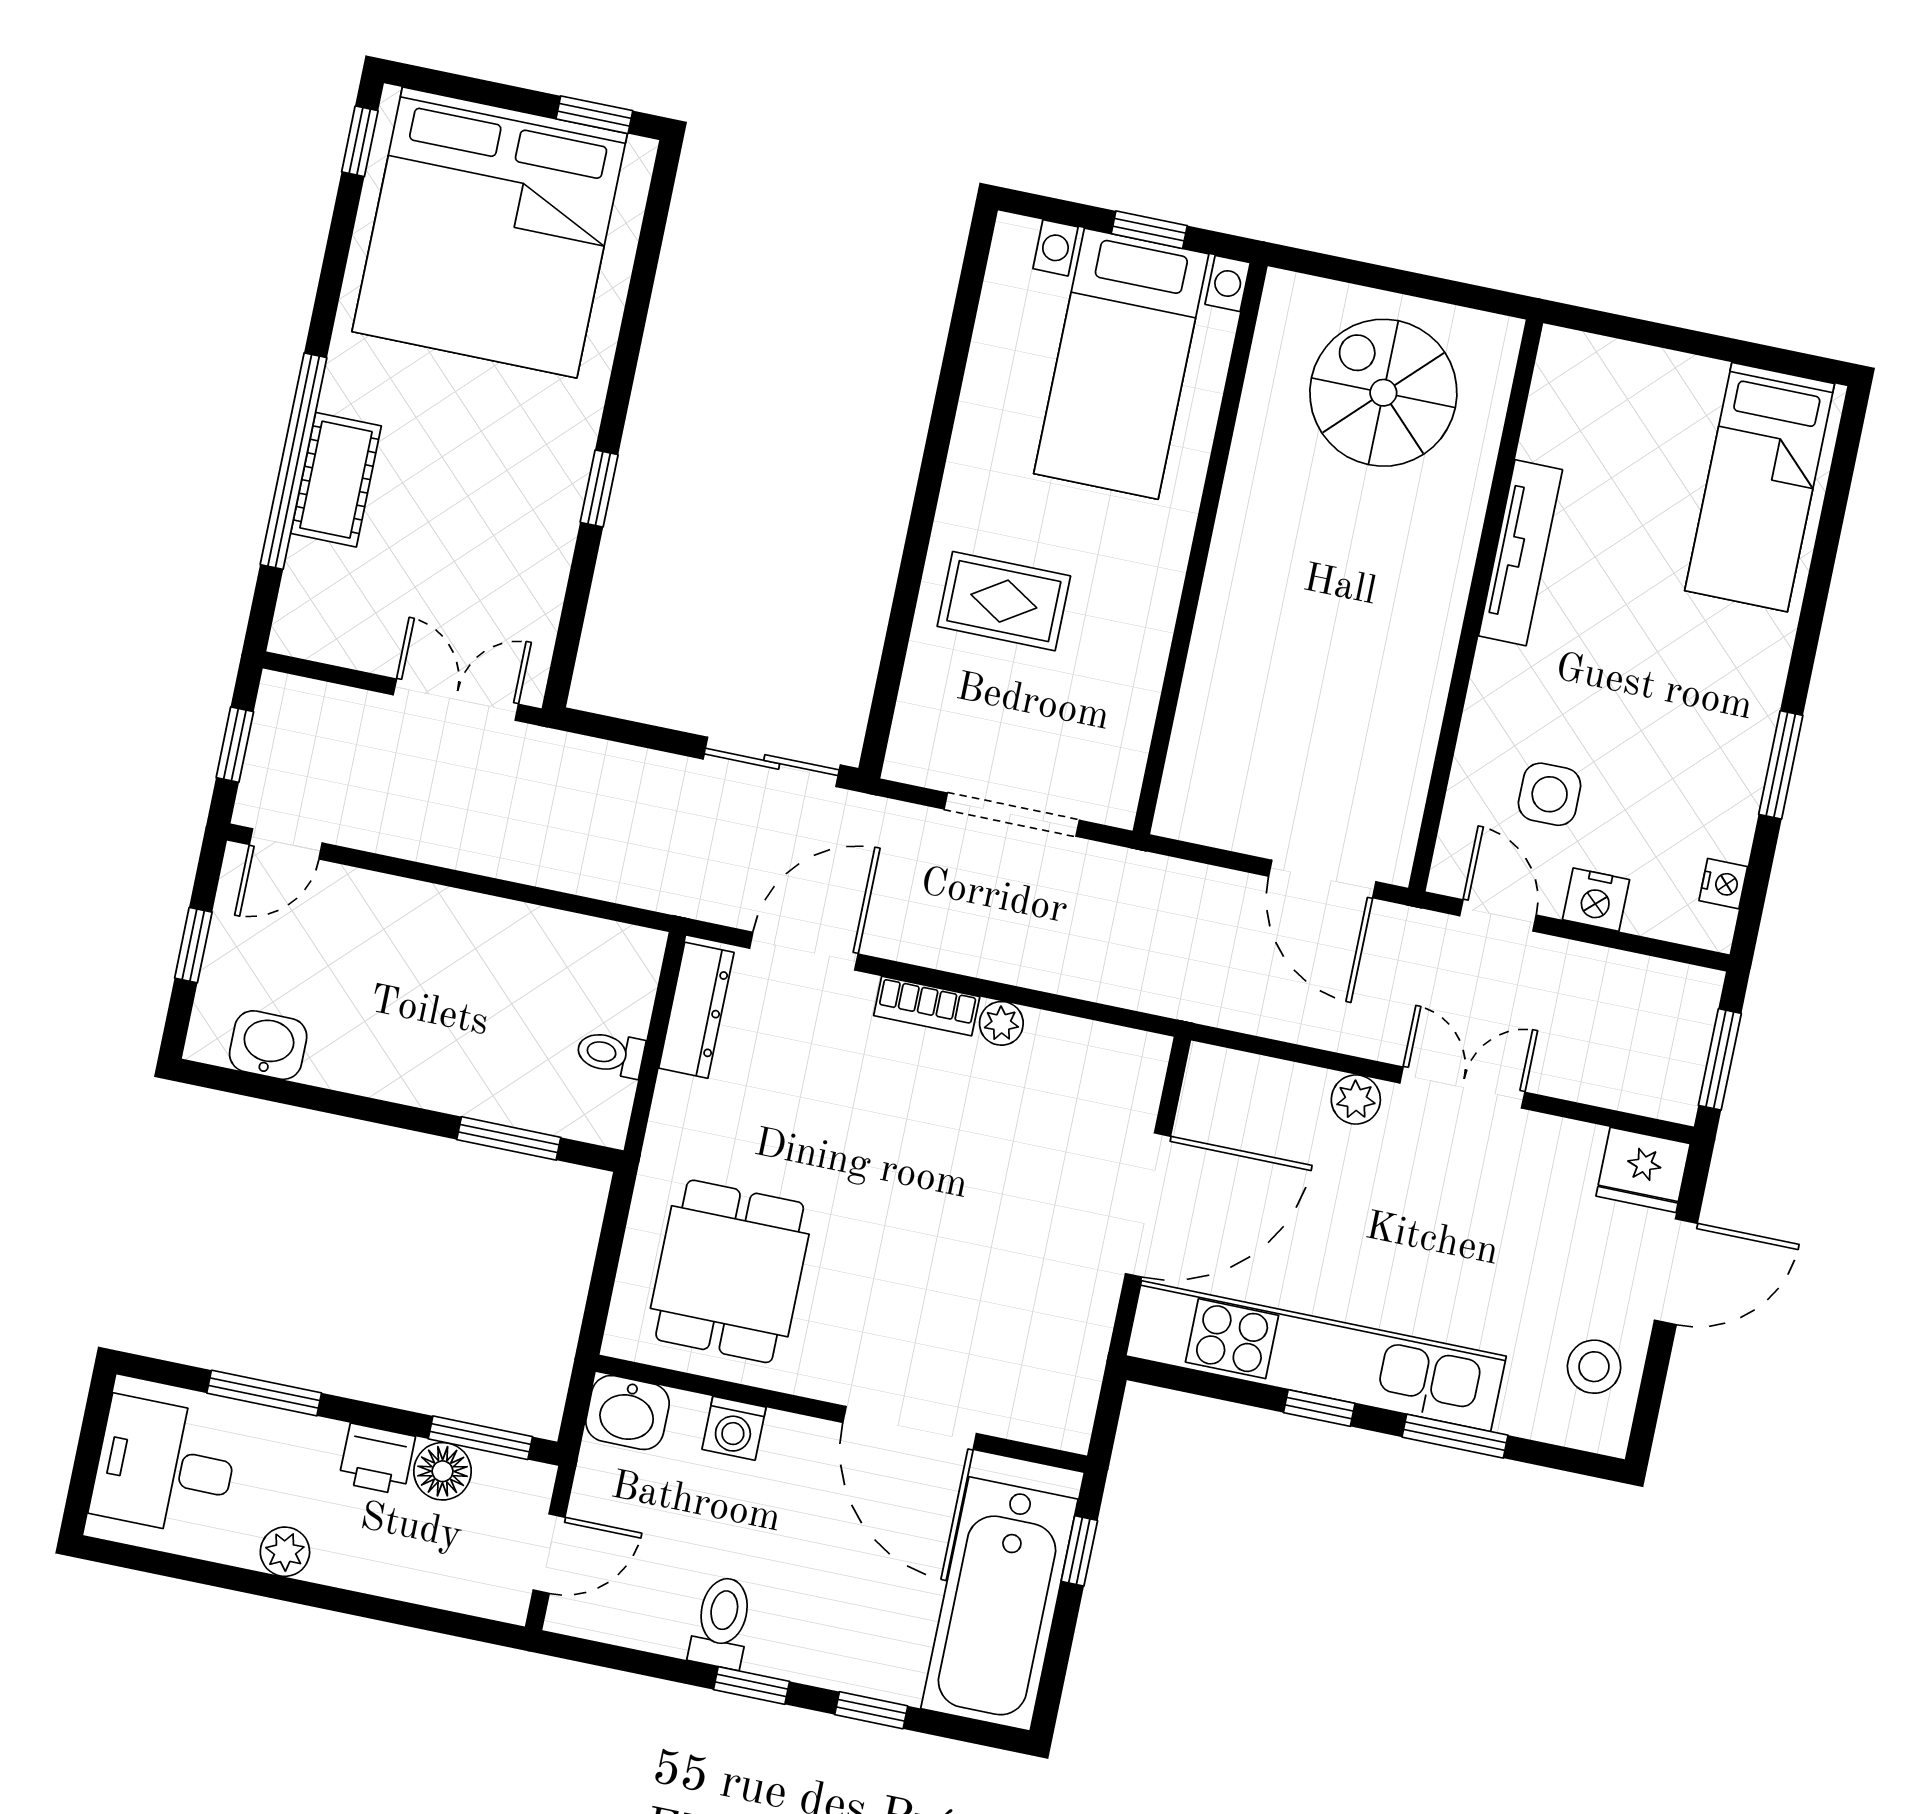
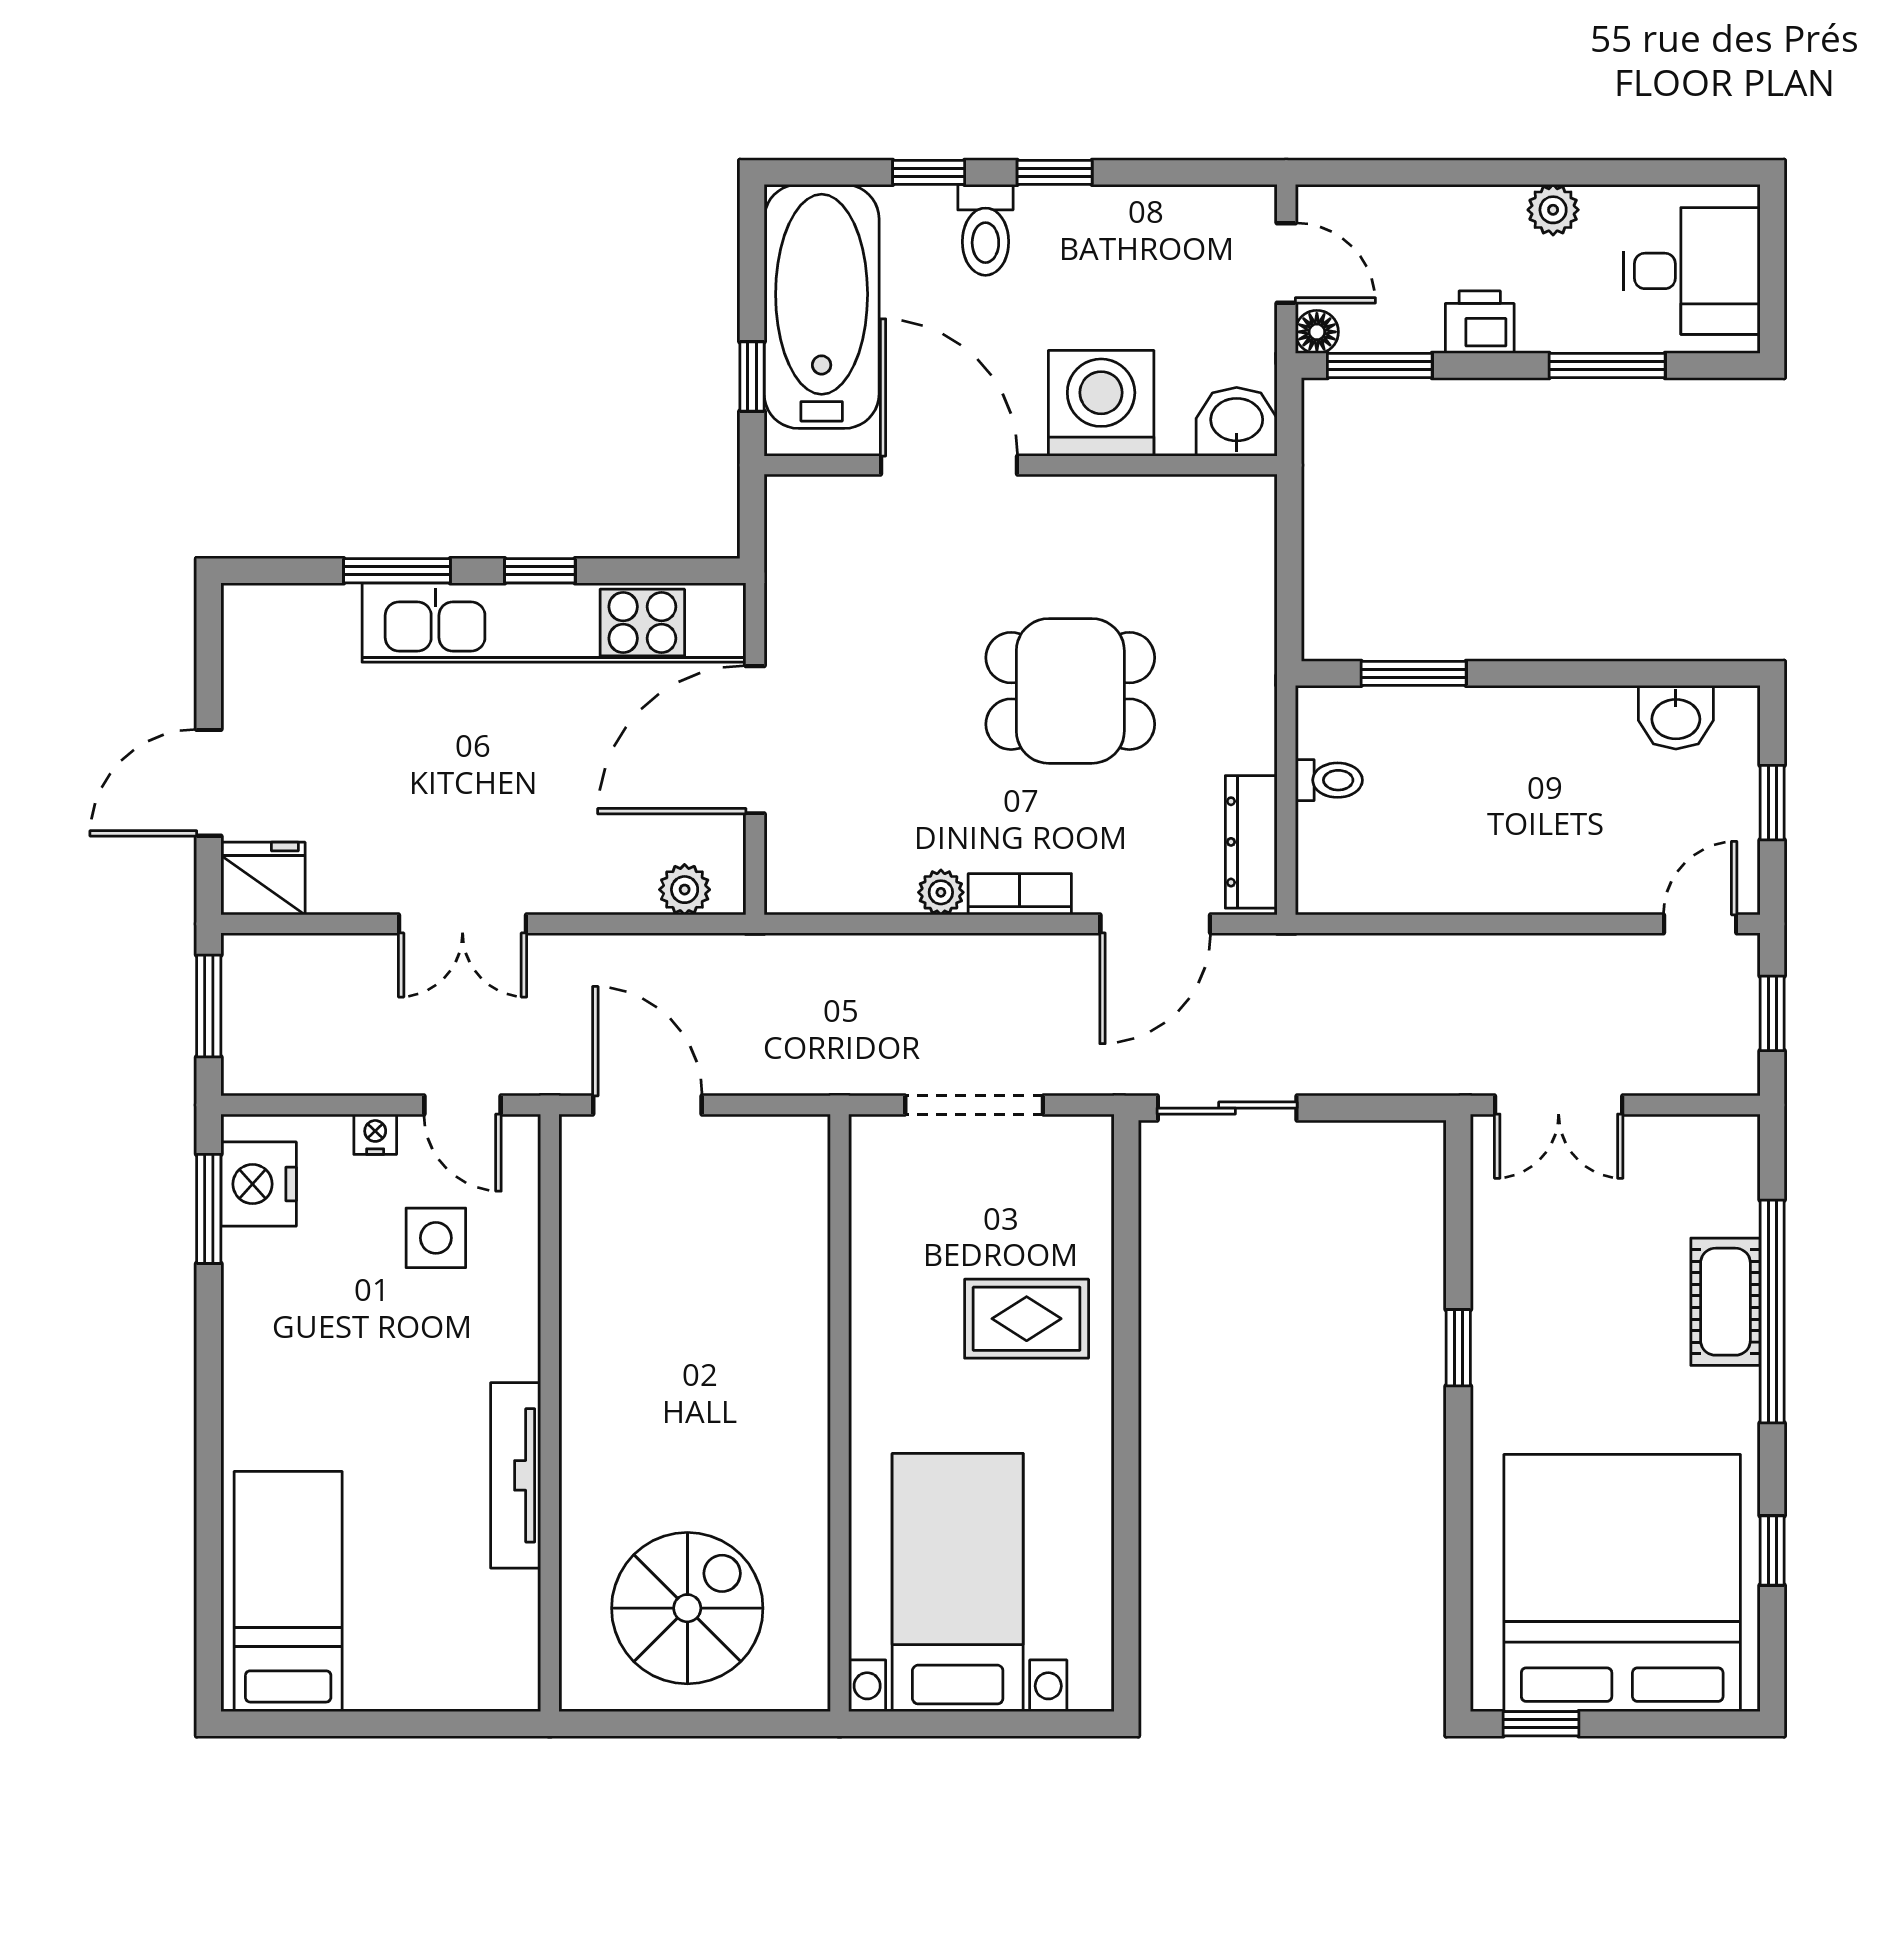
window: (360, 141) -> (1772, 1550), moved
window: (1149, 230) -> (957, 1724), removed
spiral stairs: (1383, 393) -> (687, 1608), turned -90
window: (1781, 765) -> (209, 1209), moved
nightstand: (1723, 884) -> (259, 1184), width x1.89, depth x1.79
nightstand: (1596, 900) -> (375, 1134), width x0.72, depth x0.74
plant: (1356, 1100) -> (685, 890), moved
dining table: (730, 1271) -> (1070, 691), moved, turned 90
stool: (1594, 1367) -> (271, 670), removed
washing machine: (734, 1428) -> (1101, 403), width x1.89, depth x1.89
floor lamp: (443, 1471) -> (1317, 332), moved, width x0.73, depth x0.73
door: (549, 1554) -> (1286, 263), swing flipped
toilet: (722, 1622) -> (985, 230), moved

